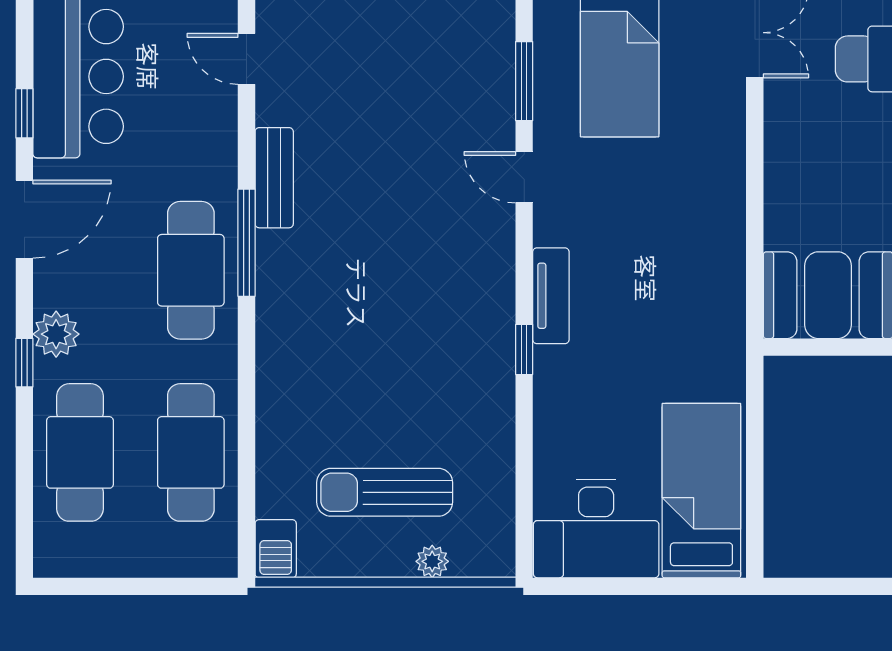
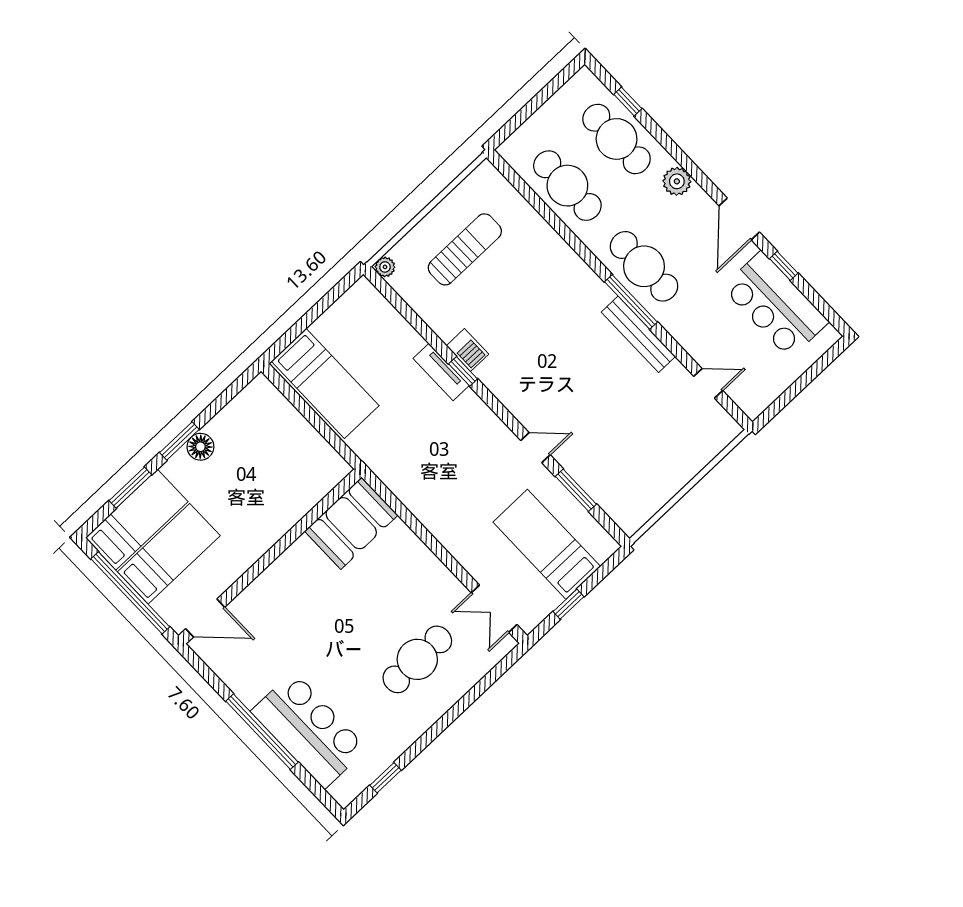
bench: (274, 178) -> (638, 334), width x1.36
tv unit: (551, 296) -> (441, 372), moved
window: (24, 363) -> (628, 101), moved
desk: (596, 529) -> (356, 322), removed
barbecue: (276, 549) -> (467, 350), moved, turned 180
plant: (432, 561) -> (385, 267), moved

